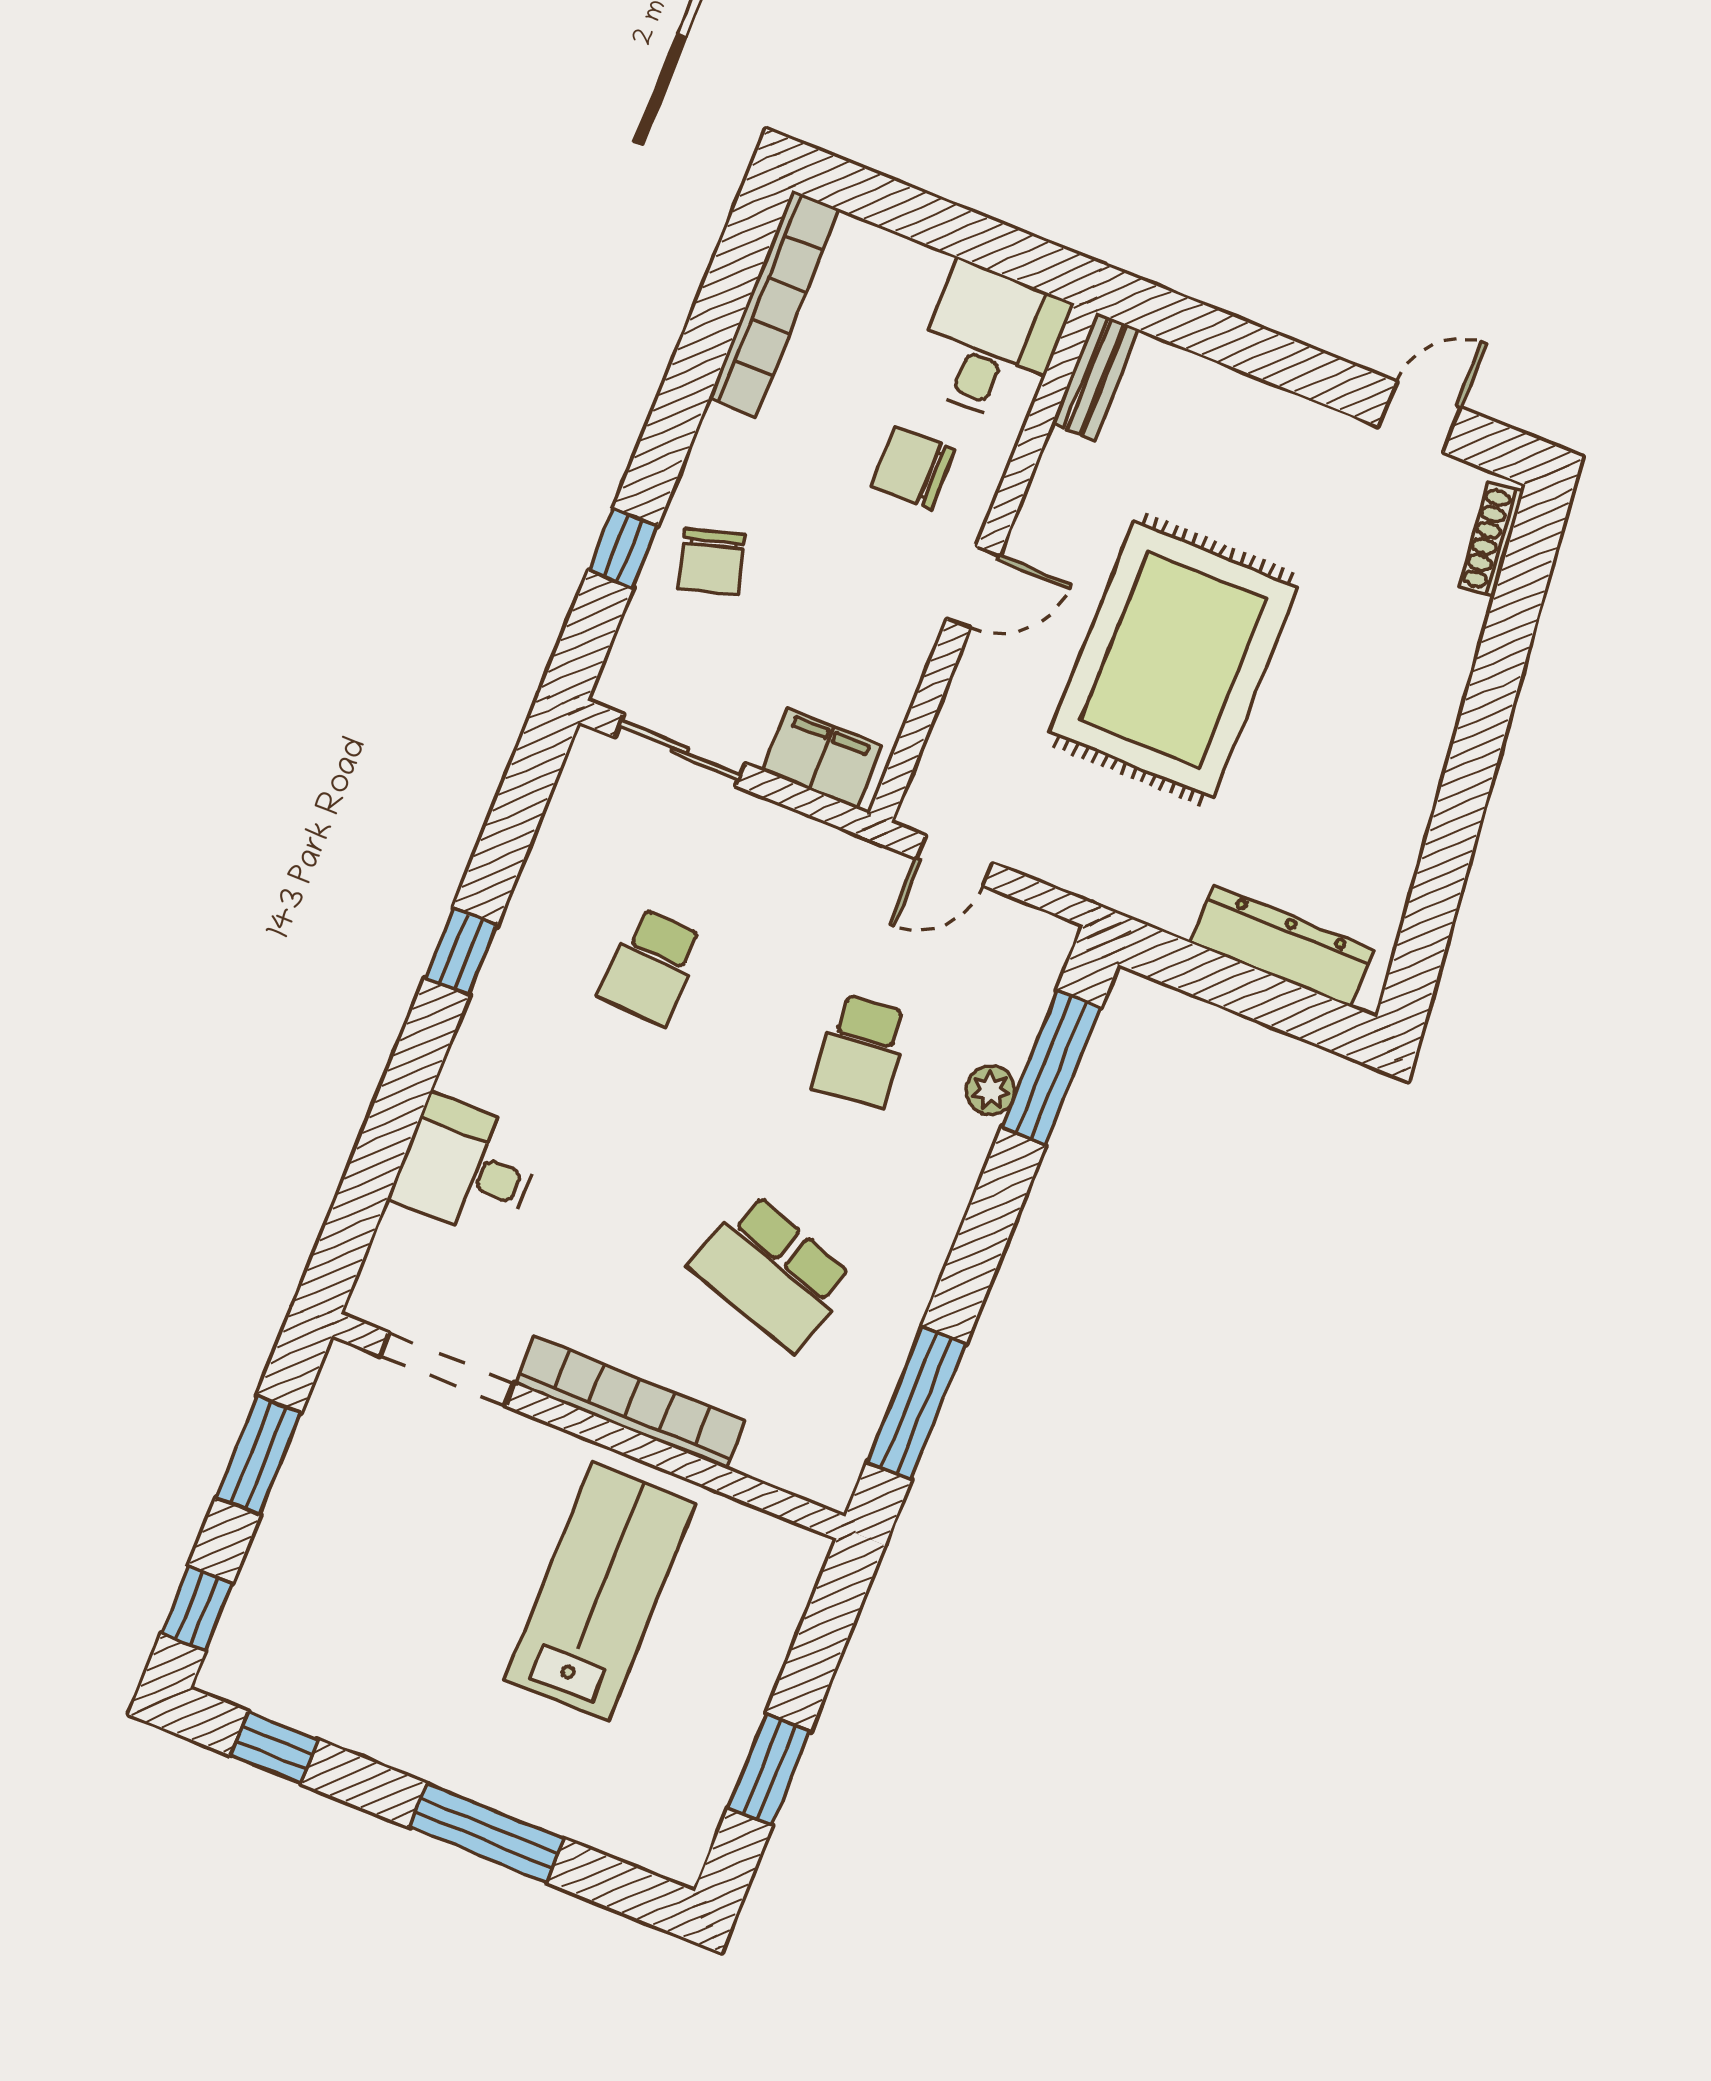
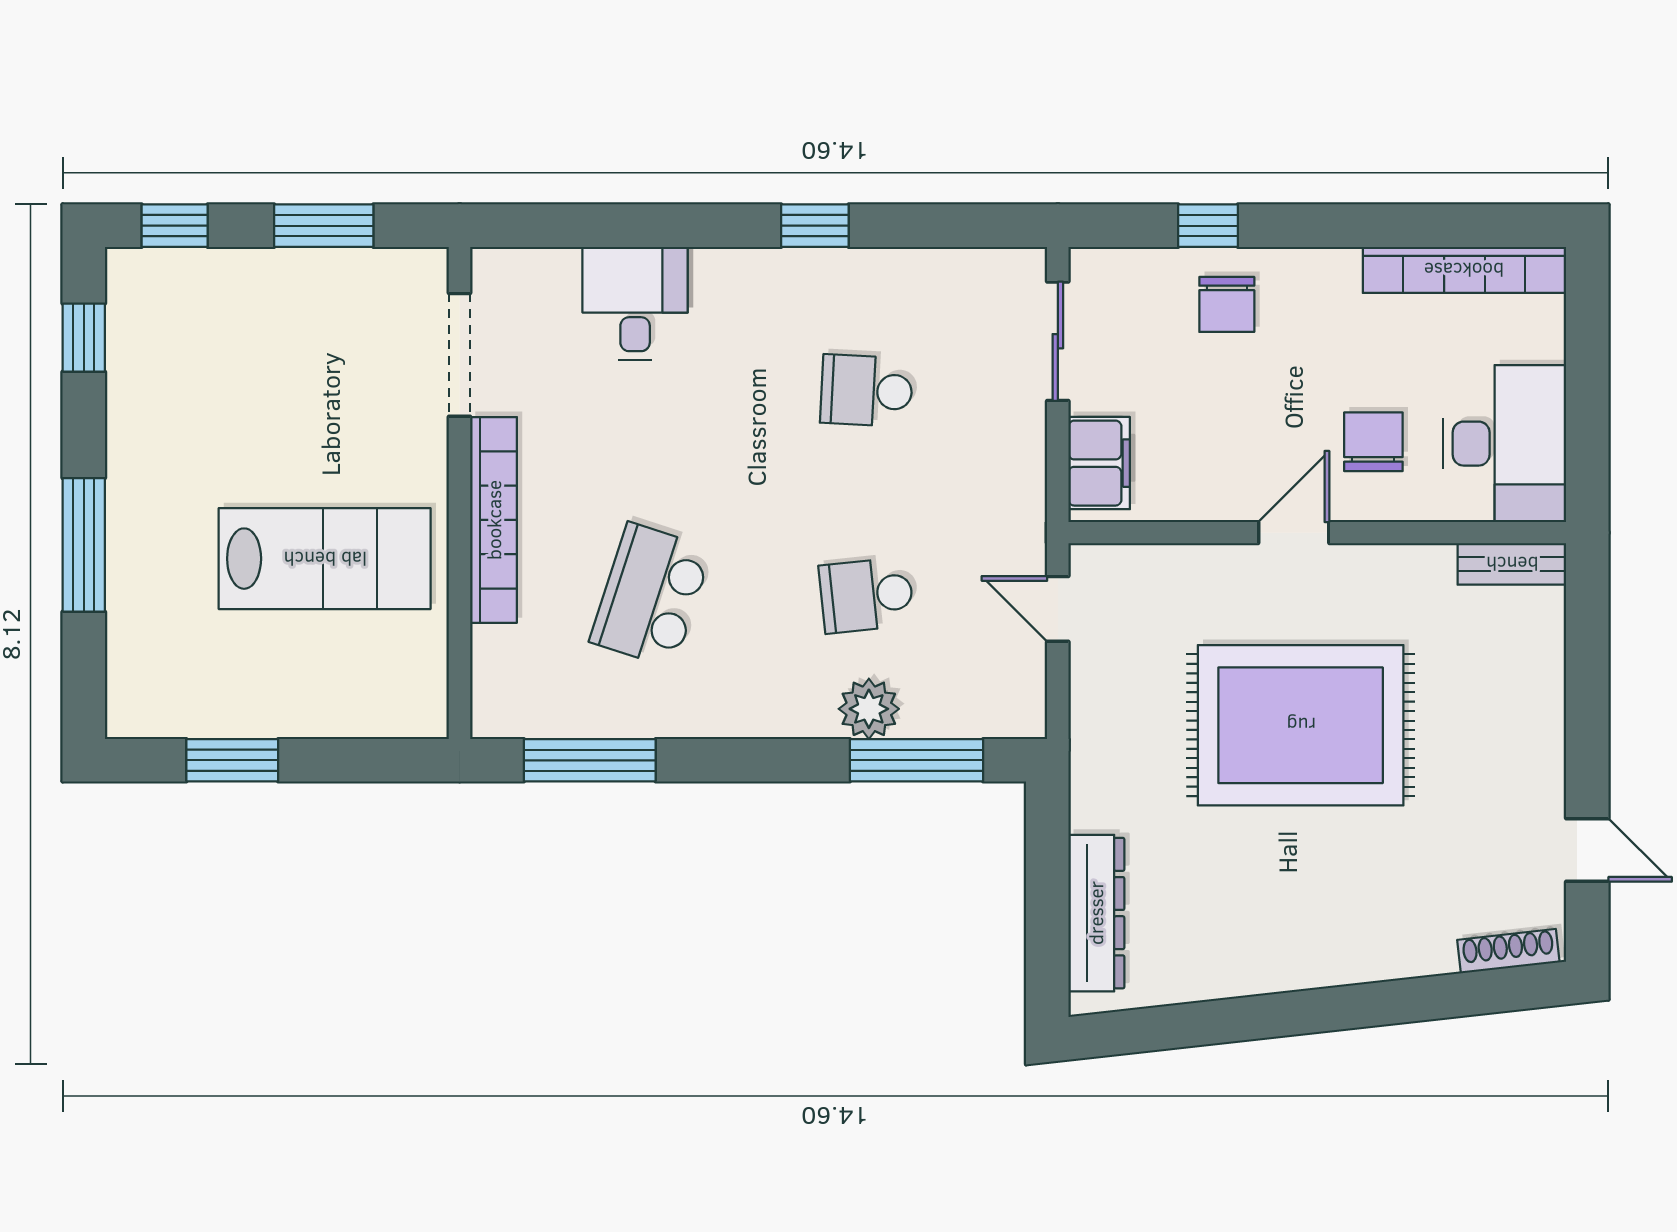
desk: (991, 343) -> (1504, 444), width x1.37
chair: (712, 562) -> (1227, 304), turned -74
door: (973, 587) -> (1294, 533), swing flipped
plant: (991, 1090) -> (869, 709), width x1.38, depth x1.38

